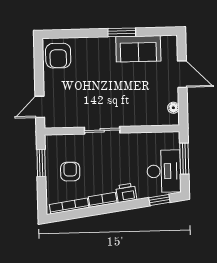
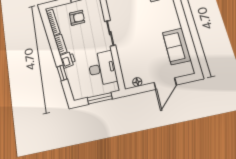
window: (122, 32) -> (186, 32), removed
desk: (164, 171) -> (102, 68), moved, turned -90
window: (159, 200) -> (62, 73), moved

